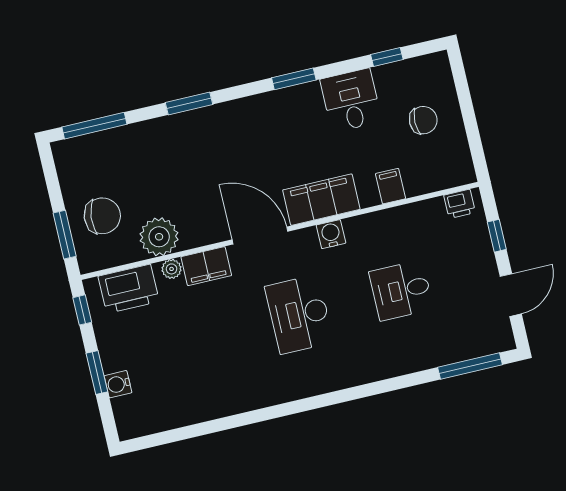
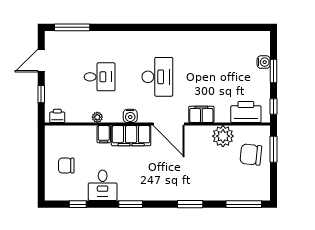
filing cabinet: (390, 186) -> (104, 134), moved
plant: (172, 269) -> (97, 117), moved

